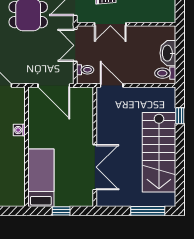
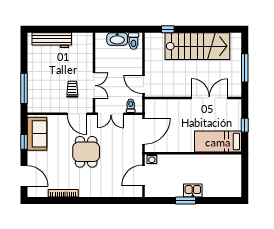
door: (112, 86) -> (143, 84), hinge flipped
washing machine: (19, 130) -> (152, 159), moved
window: (148, 211) -> (245, 68), moved

